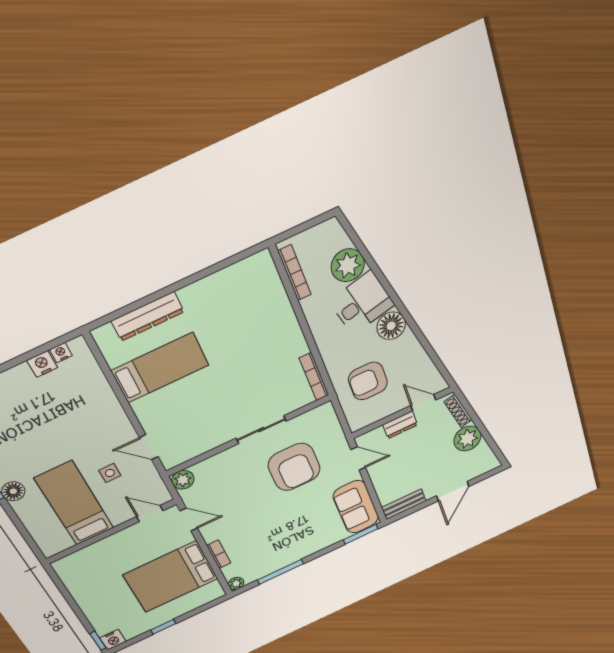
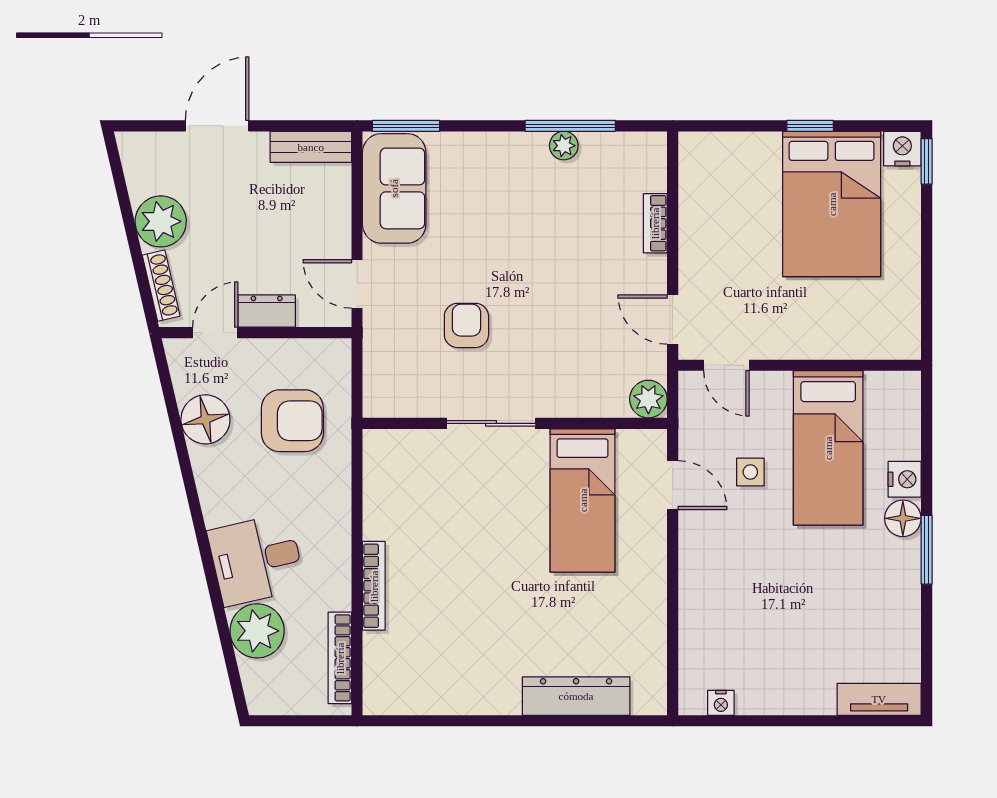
floor lamp: (391, 326) -> (205, 419), moved
nightstand: (42, 364) -> (905, 479), moved, turned -90
bed: (160, 368) -> (583, 500), moved, turned -90
bookcase: (314, 377) -> (374, 586), moved
door: (423, 403) -> (215, 333), swing flipped
armchair: (294, 467) -> (466, 325), width x0.53, depth x0.53
bed: (171, 577) -> (832, 204), moved, turned 90
plant: (236, 583) -> (564, 146), moved

